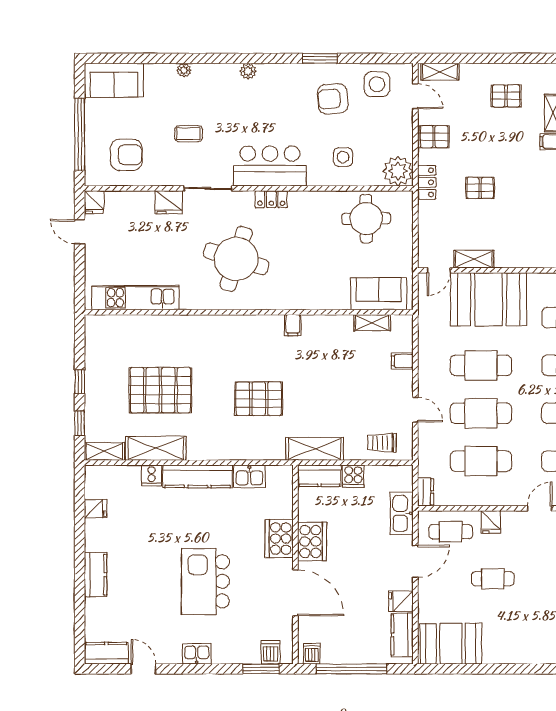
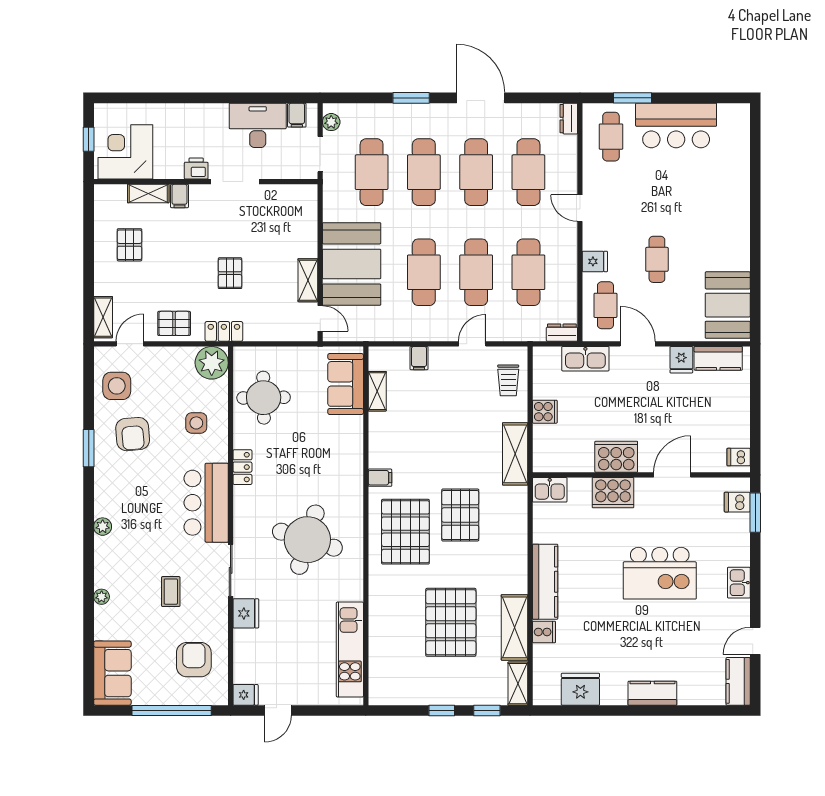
pallet: (434, 137) -> (174, 323), turned 90
locker: (271, 199) -> (242, 467), moved
pallet: (243, 349) -> (405, 532), added
kitchen sink: (249, 476) -> (550, 490), moved, turned 90
kitchen counter: (319, 476) -> (544, 449), removed
fridge: (95, 509) -> (580, 689), width x1.88, depth x1.34
door: (295, 593) -> (672, 475), width x0.73
window: (351, 669) -> (755, 414), removed

